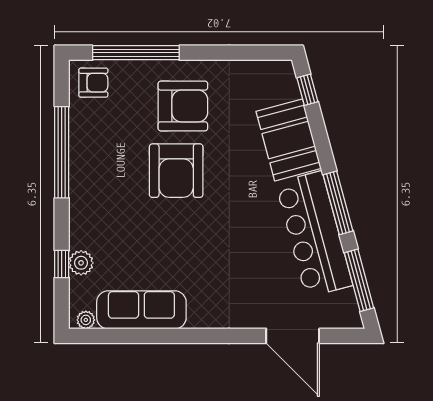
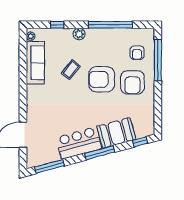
armchair: (93, 83) -> (137, 53), moved
window: (338, 203) -> (100, 153), moved
bar counter: (314, 234) -> (79, 143), width x0.73
coffee table: (156, 235) -> (71, 70), added
plant: (81, 263) -> (79, 34), moved

